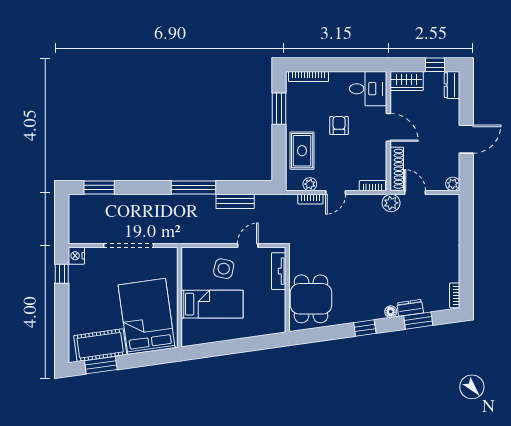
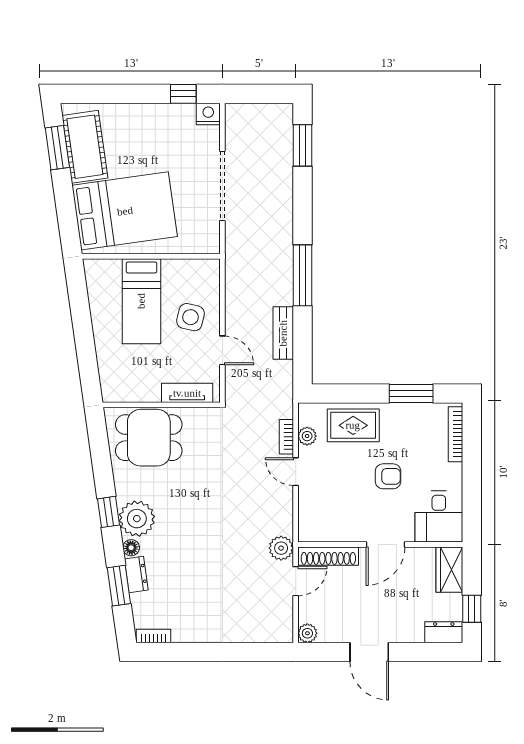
bookcase: (372, 186) -> (305, 522), removed
plant: (370, 308) -> (137, 519), added

